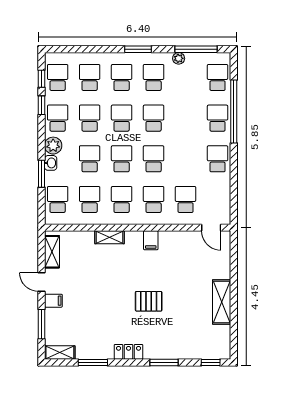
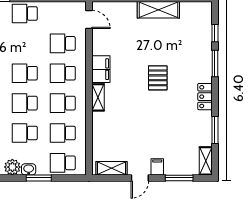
door: (211, 228) -> (89, 19), hinge flipped
shelving: (110, 237) -> (98, 97), moved
filing cabinet: (151, 240) -> (101, 69), width x2.00
window: (211, 363) -> (215, 33), moved

